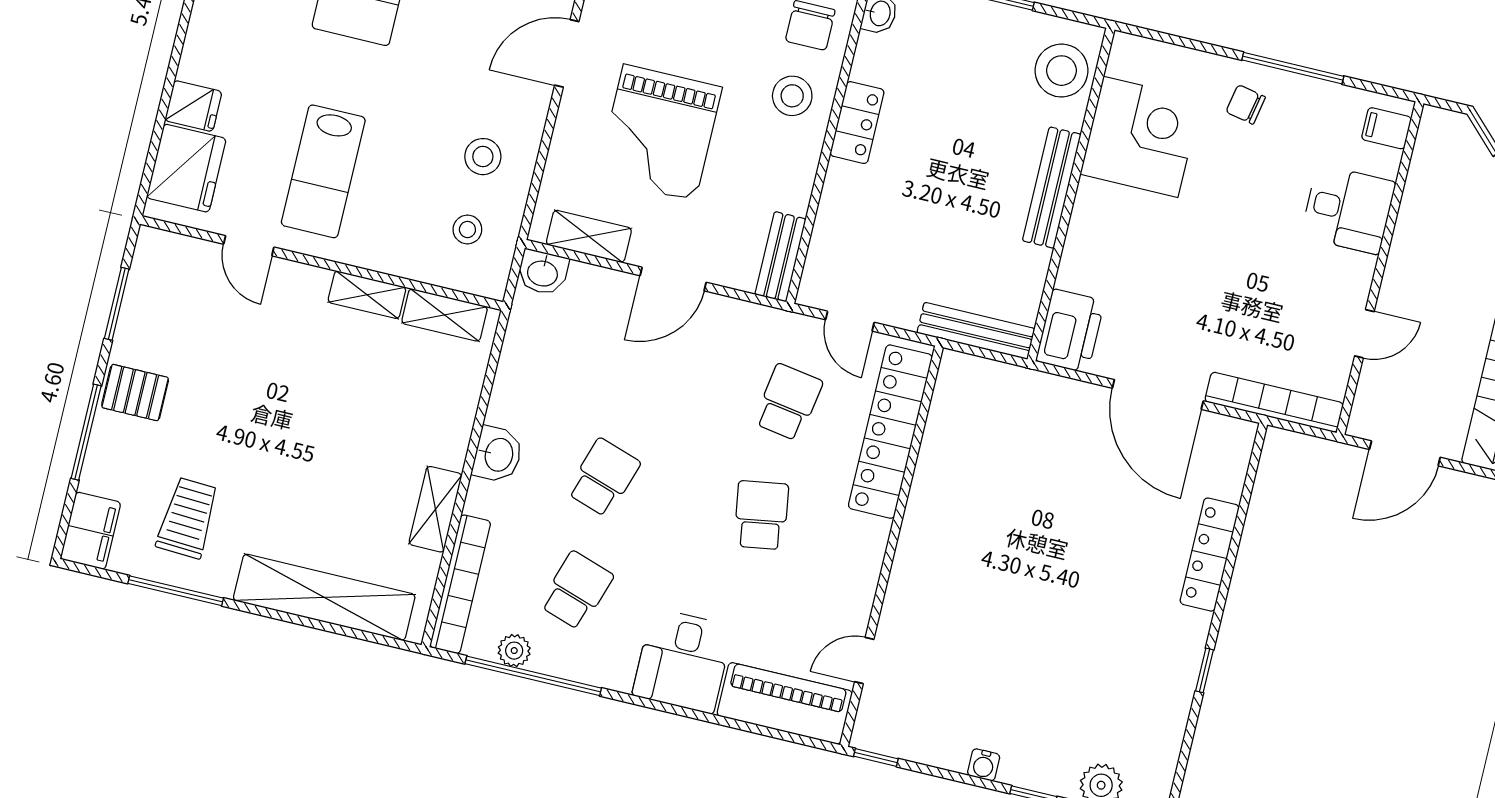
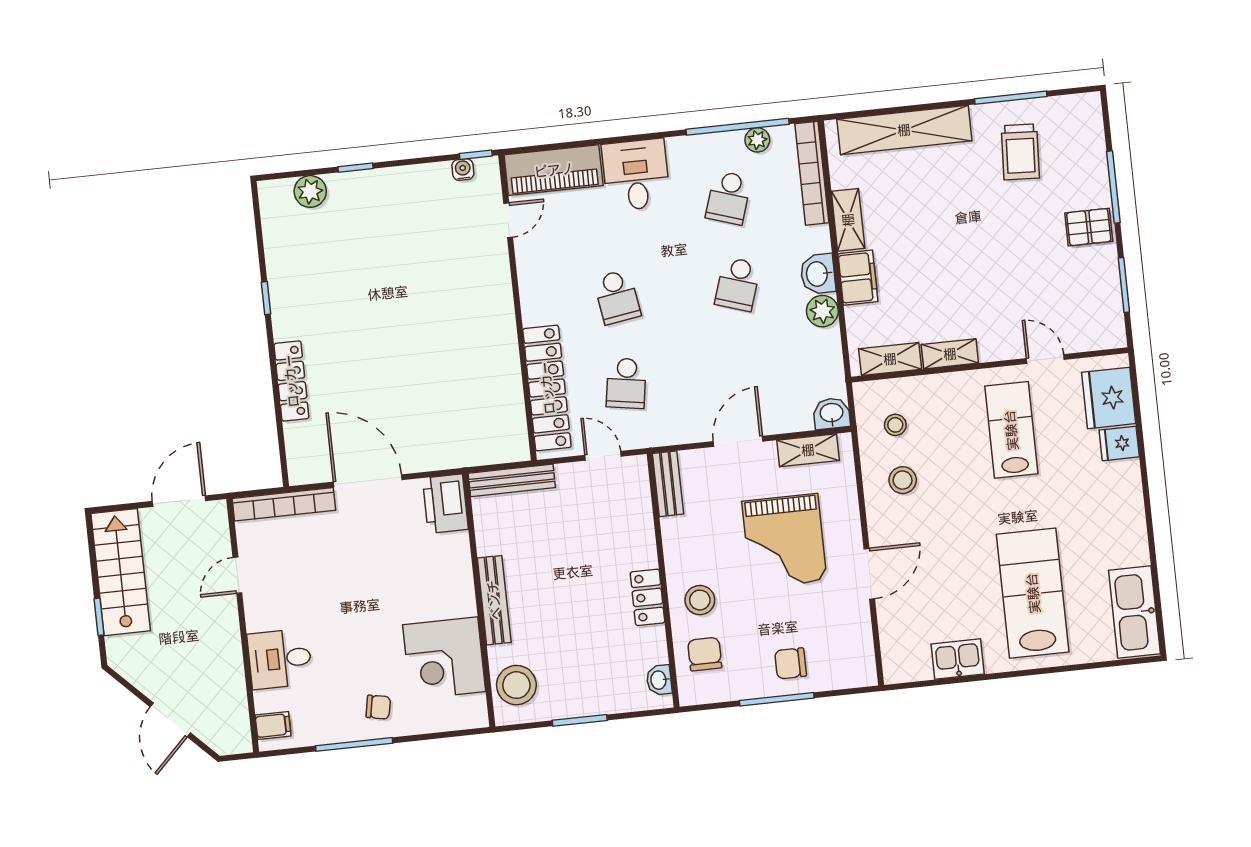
grand piano: (659, 133) -> (784, 541), turned 180
plant: (509, 406) -> (822, 311), added
filing cabinet: (90, 531) -> (858, 278), moved, turned 180
water cooler: (984, 765) -> (463, 170), moved

